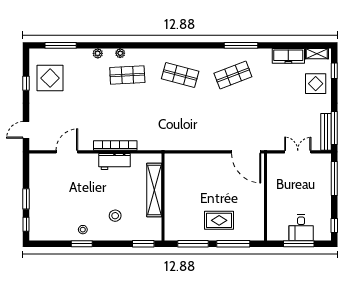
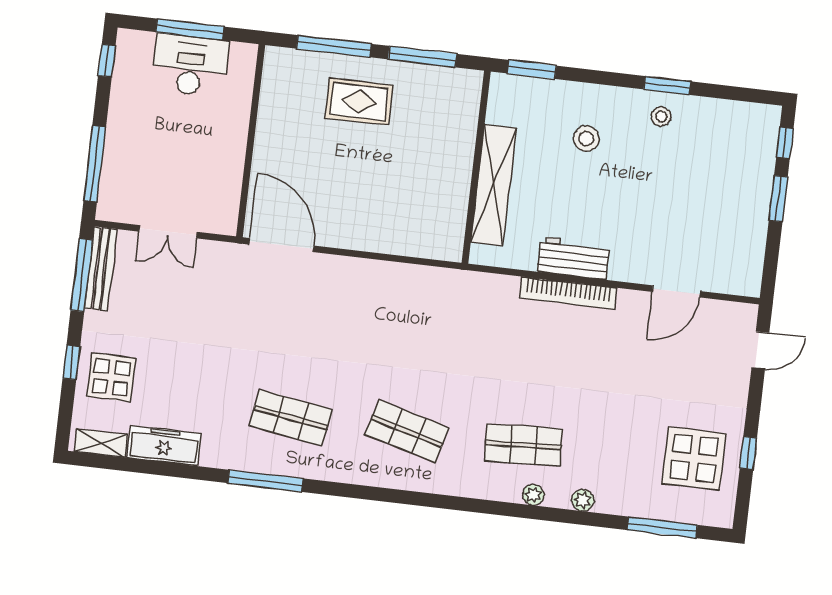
window: (334, 71) -> (71, 362), moved
shop shelf: (233, 75) -> (291, 418), turned 30
desk: (301, 228) -> (190, 65), width x1.37

